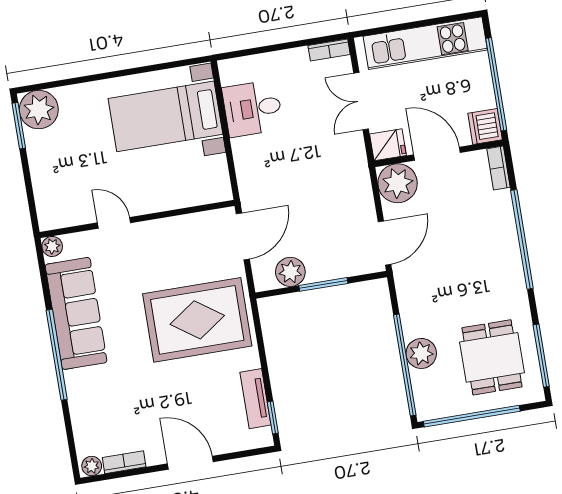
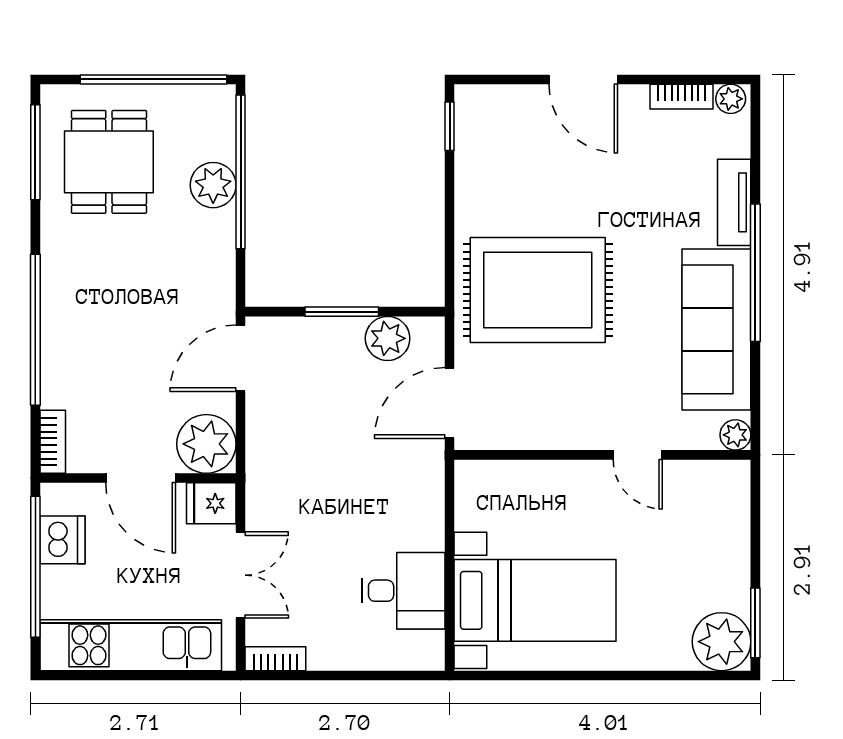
dishwasher: (485, 126) -> (62, 540), moved
tv unit: (255, 399) -> (734, 202), moved, turned 180

